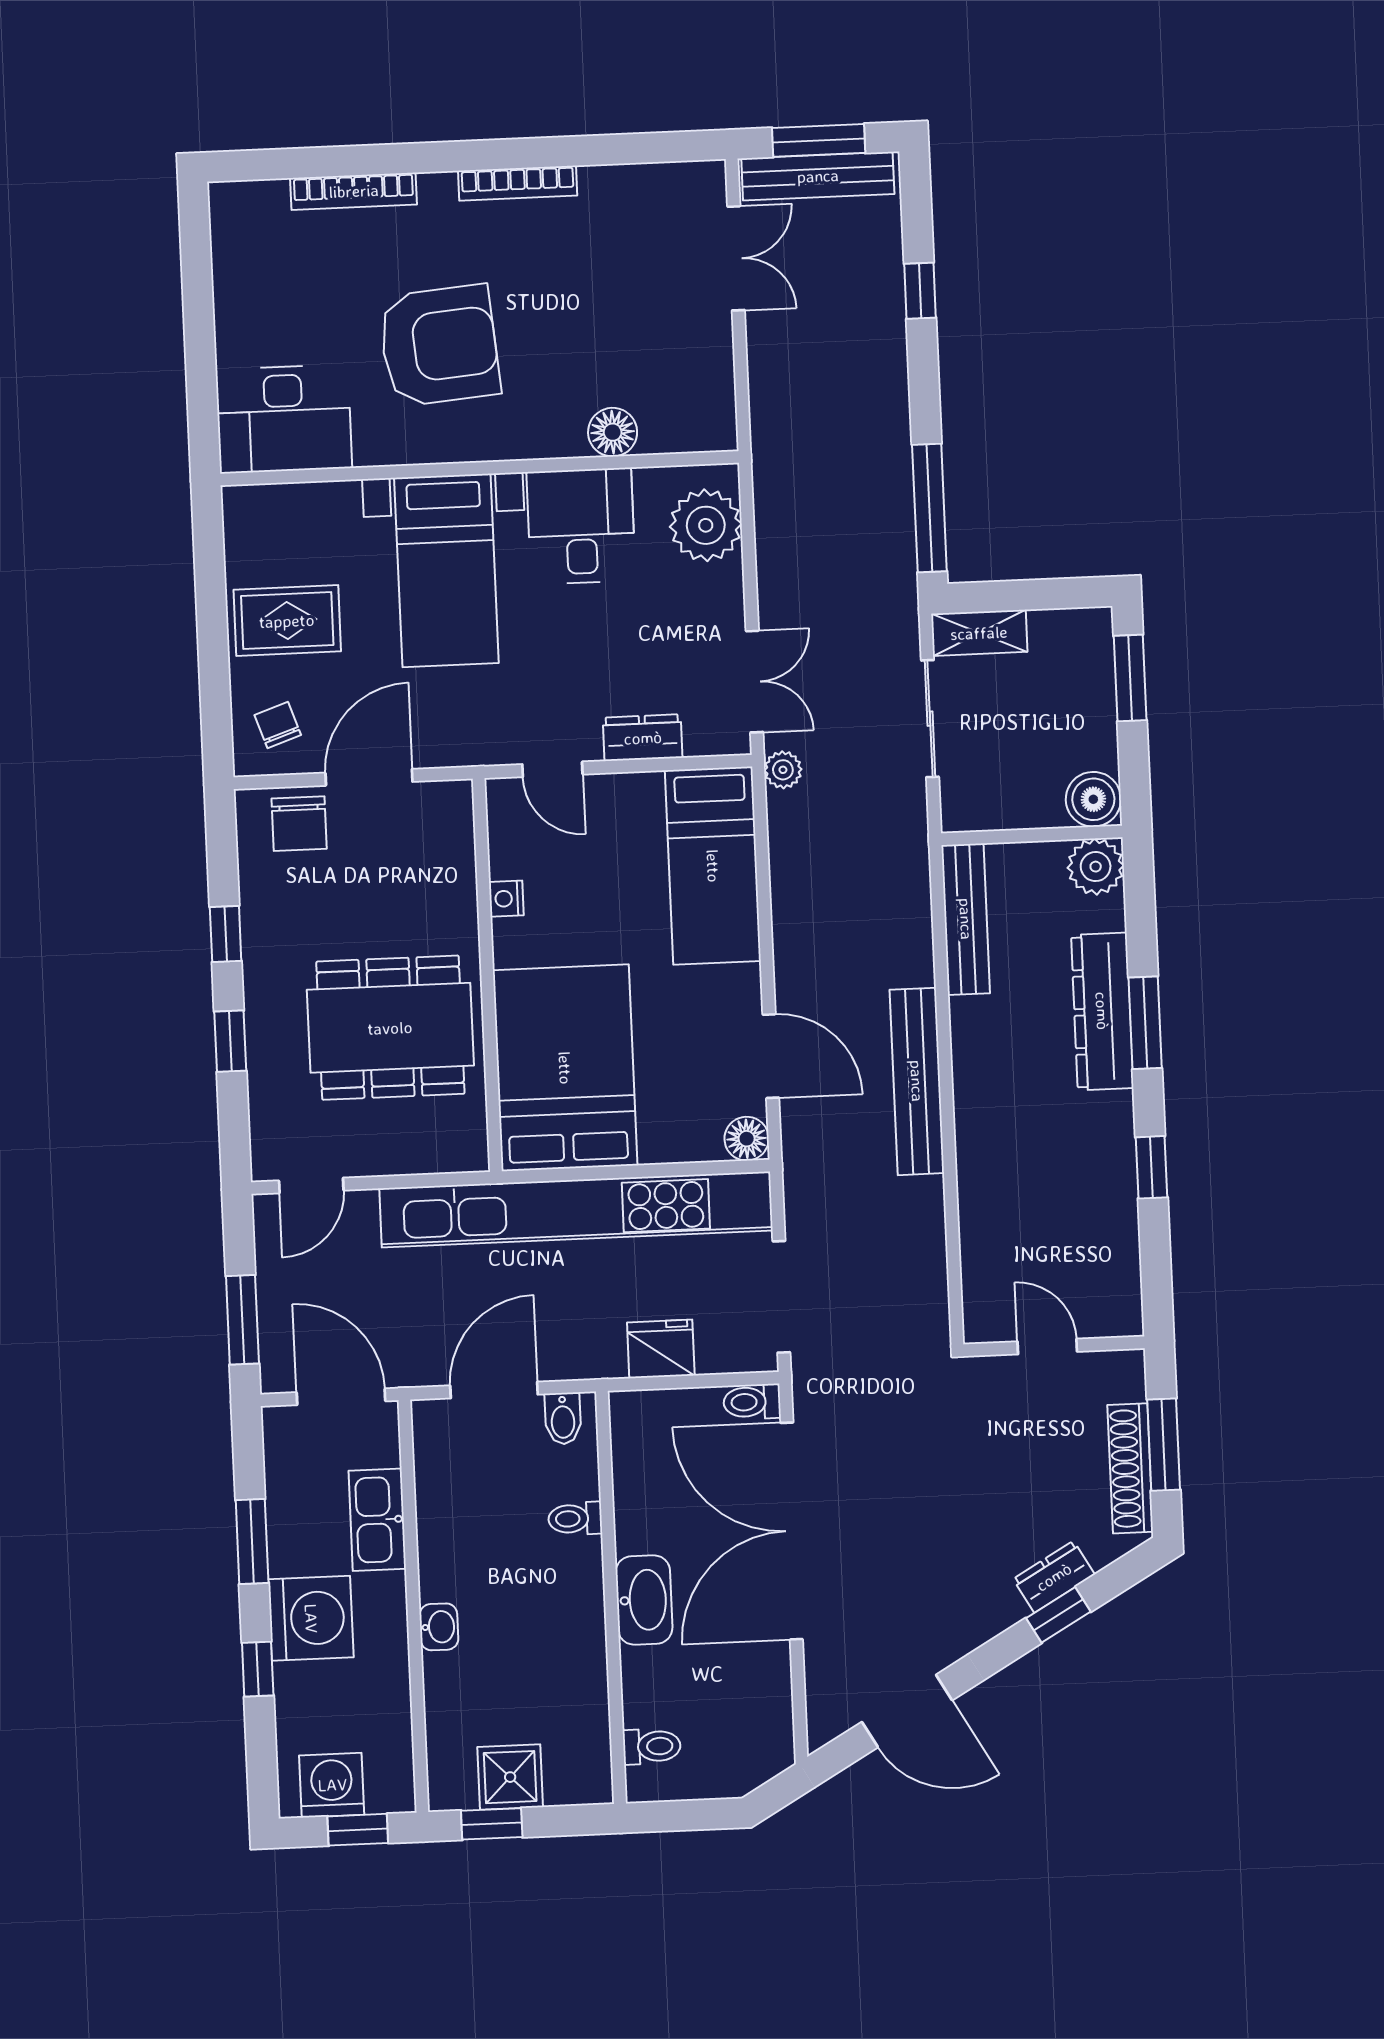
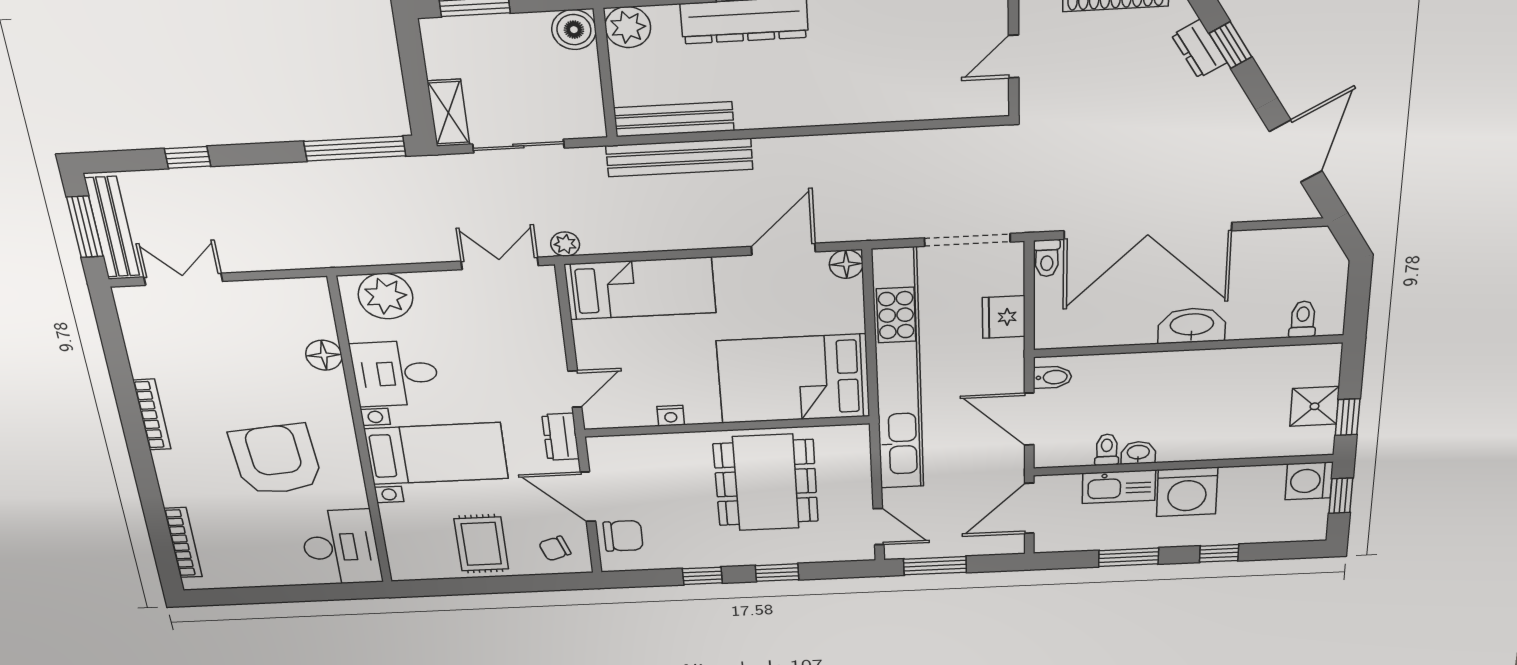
bookcase: (354, 191) -> (183, 543), moved
dresser: (643, 738) -> (561, 437), moved
bench: (917, 1081) -> (679, 158), moved
window: (242, 1320) -> (935, 566), moved
toilet: (575, 1519) -> (1107, 450), moved, turned 180
washing machine: (311, 1618) -> (1187, 492), moved, turned 180
washbasin: (439, 1627) -> (1138, 453), moved
washing machine: (332, 1785) -> (1309, 481), moved

